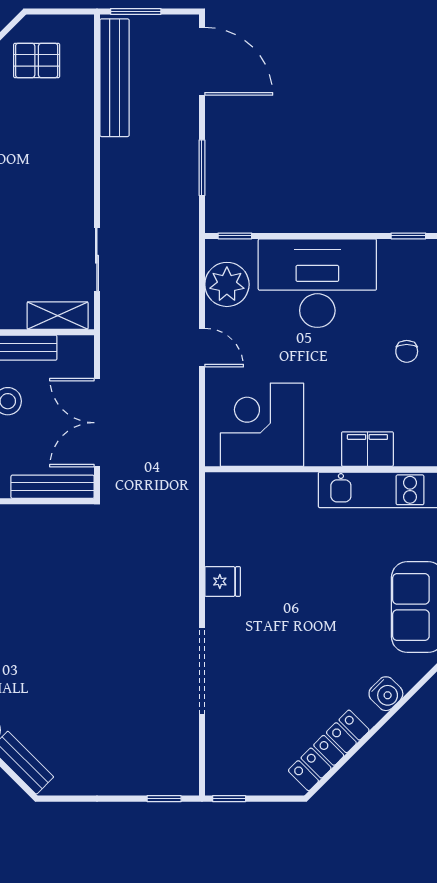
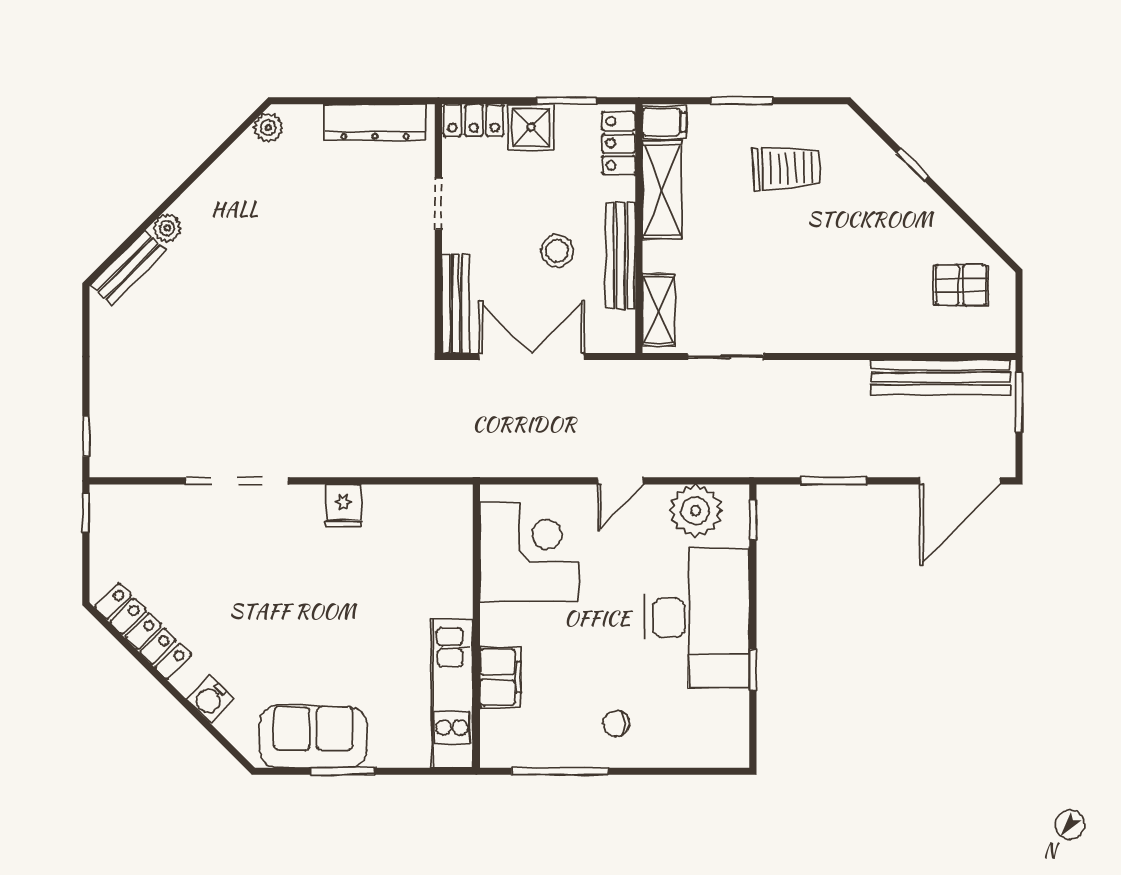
pallet: (37, 61) -> (961, 285), turned 90
window: (408, 236) -> (753, 670), moved

